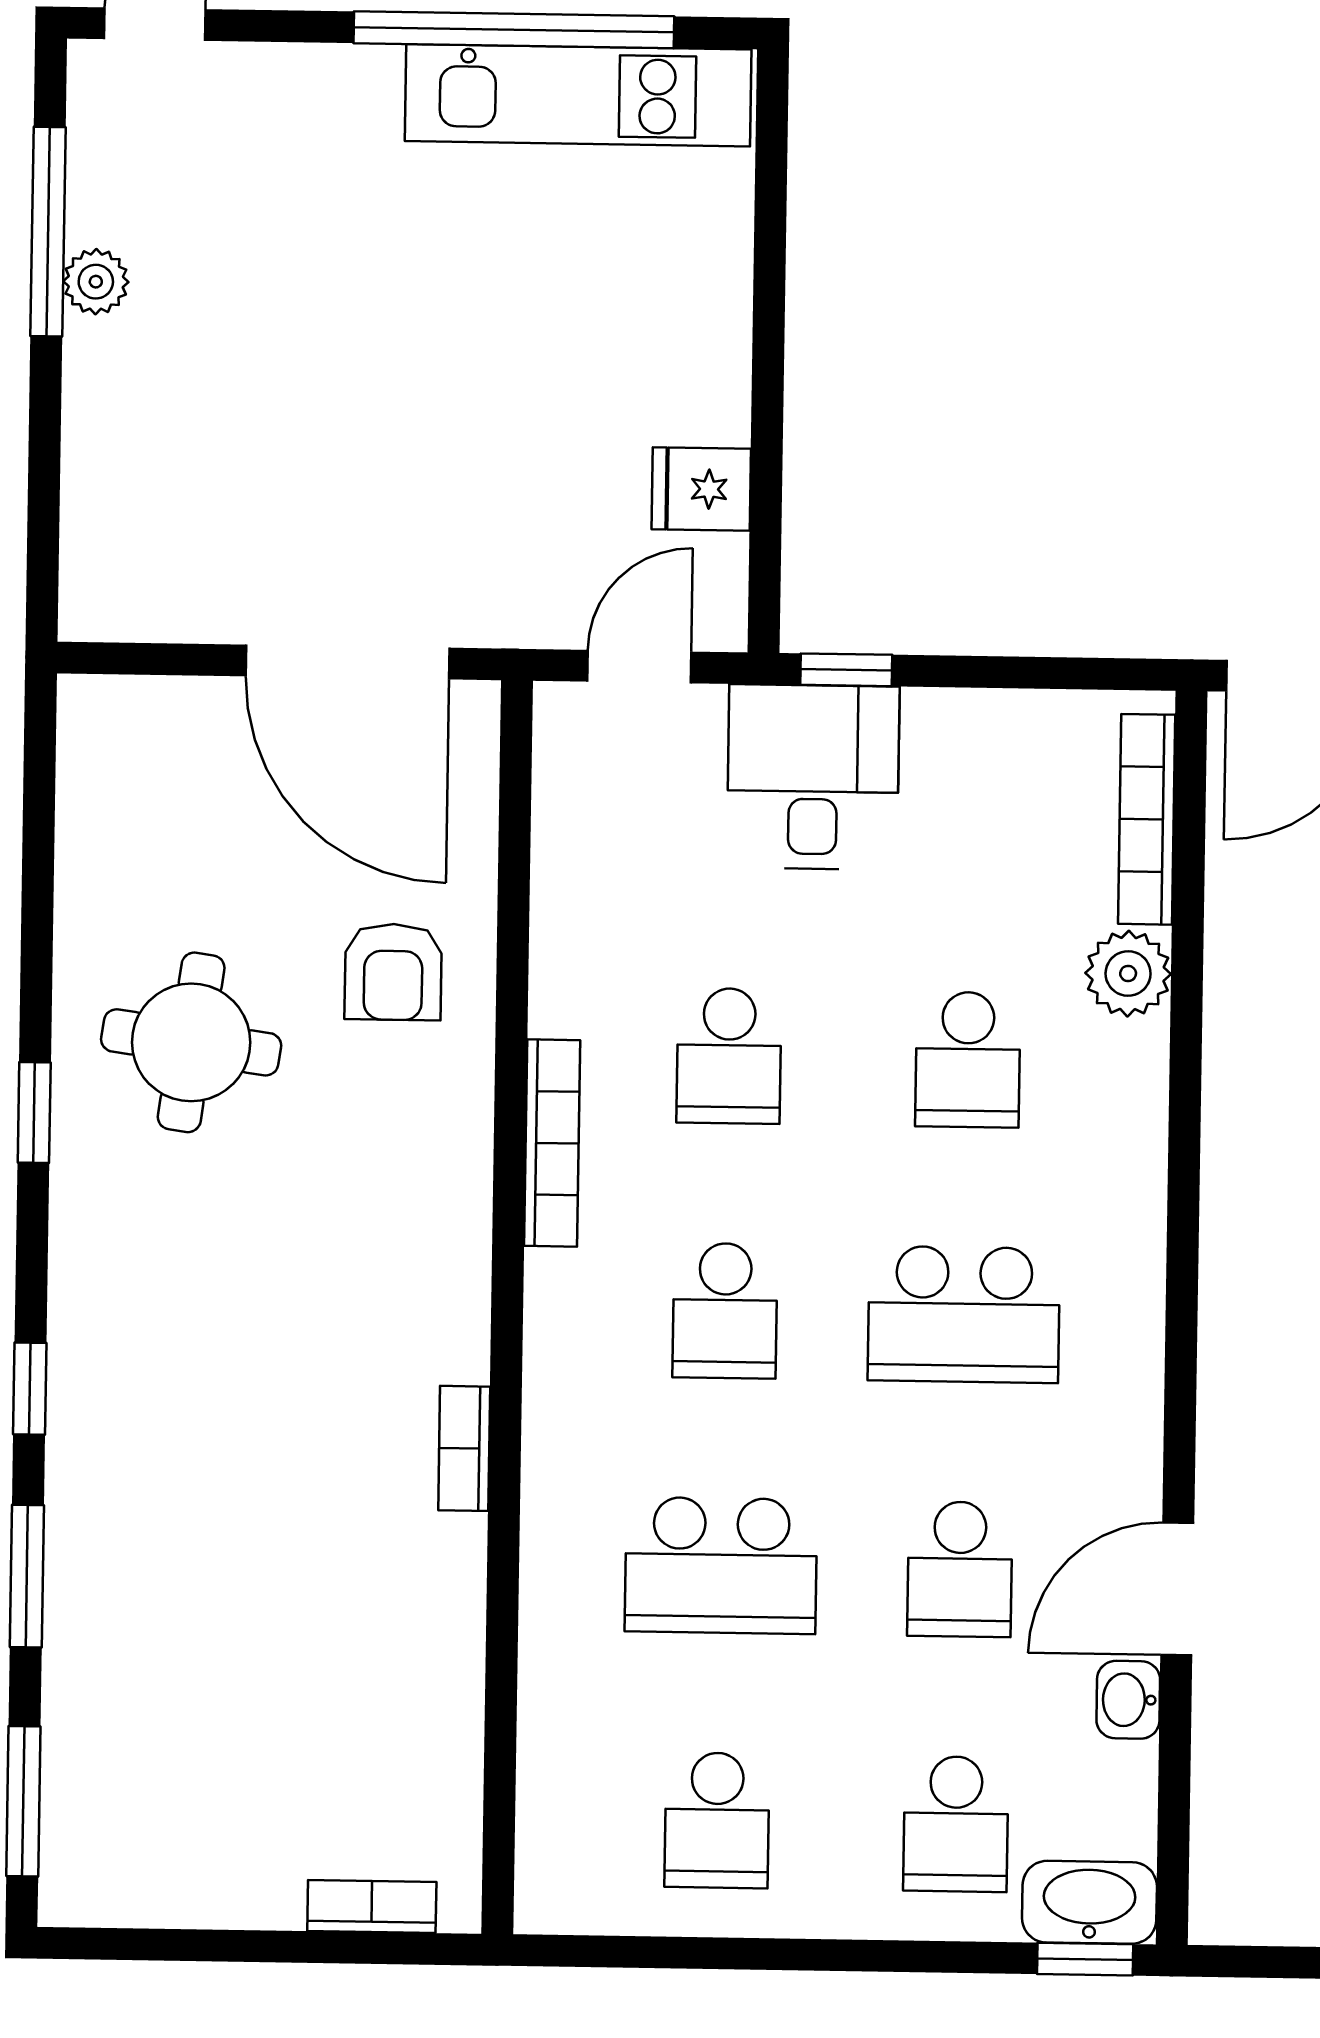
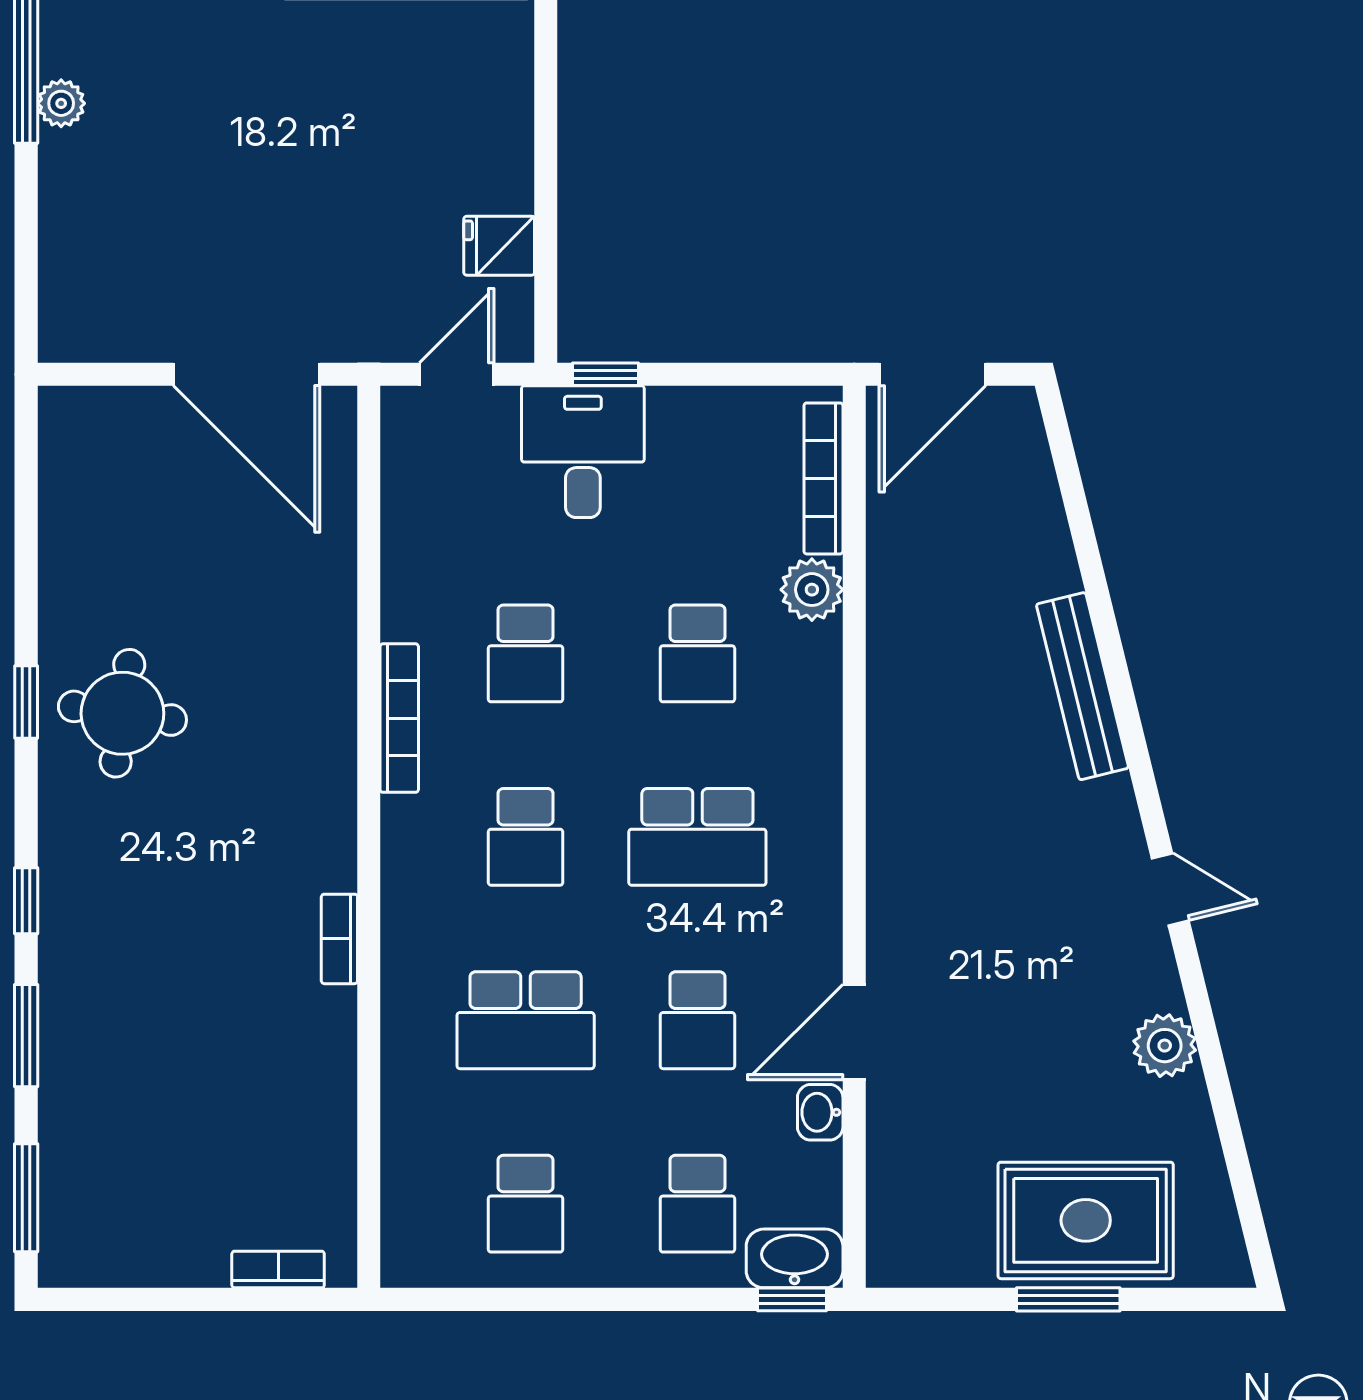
armchair: (393, 972) -> (283, 597), removed
round table: (191, 1042) -> (122, 713), moved

